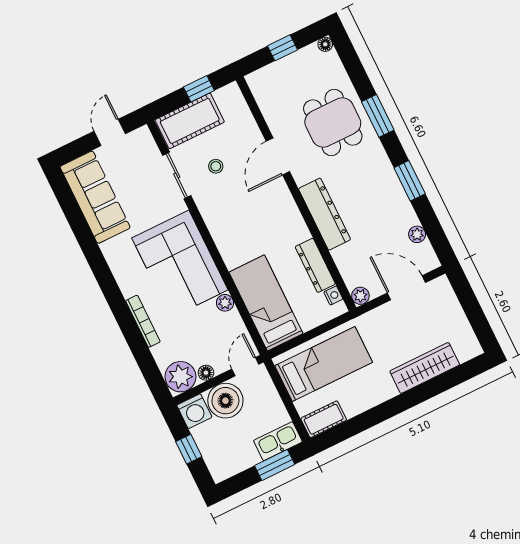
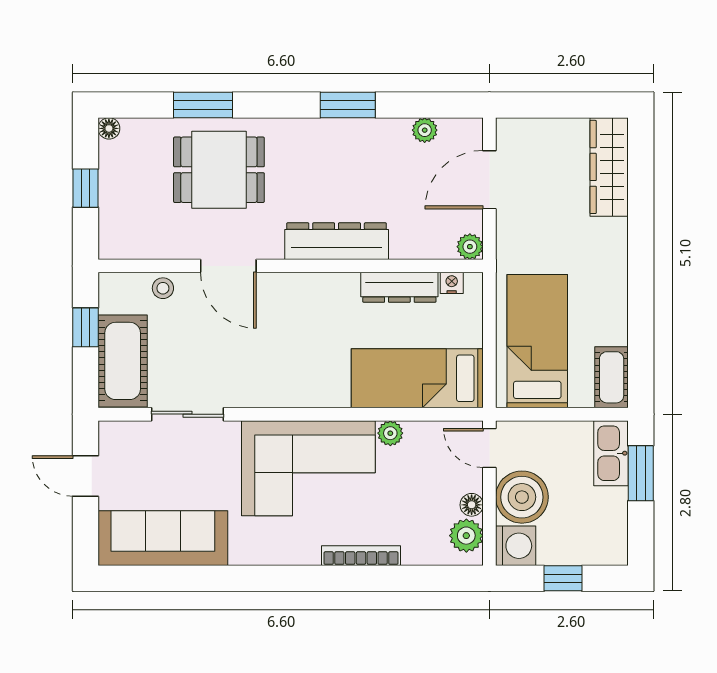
window: (378, 116) -> (203, 105), moved
stool: (216, 166) -> (163, 288), moved
wardrobe: (425, 368) -> (609, 167), moved
plant: (180, 377) -> (466, 536), width x0.73, depth x0.73

